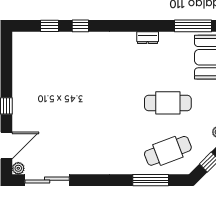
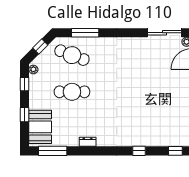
window: (50, 26) -> (175, 151), moved
cafe table: (168, 151) -> (72, 55), turned 42

